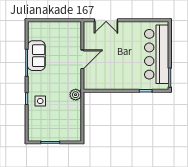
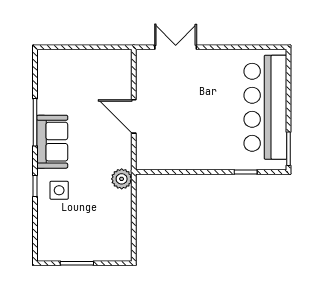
double door: (106, 20) -> (176, 47), swing flipped
sofa: (36, 56) -> (52, 142), moved
door: (82, 59) -> (134, 116), swing flipped

